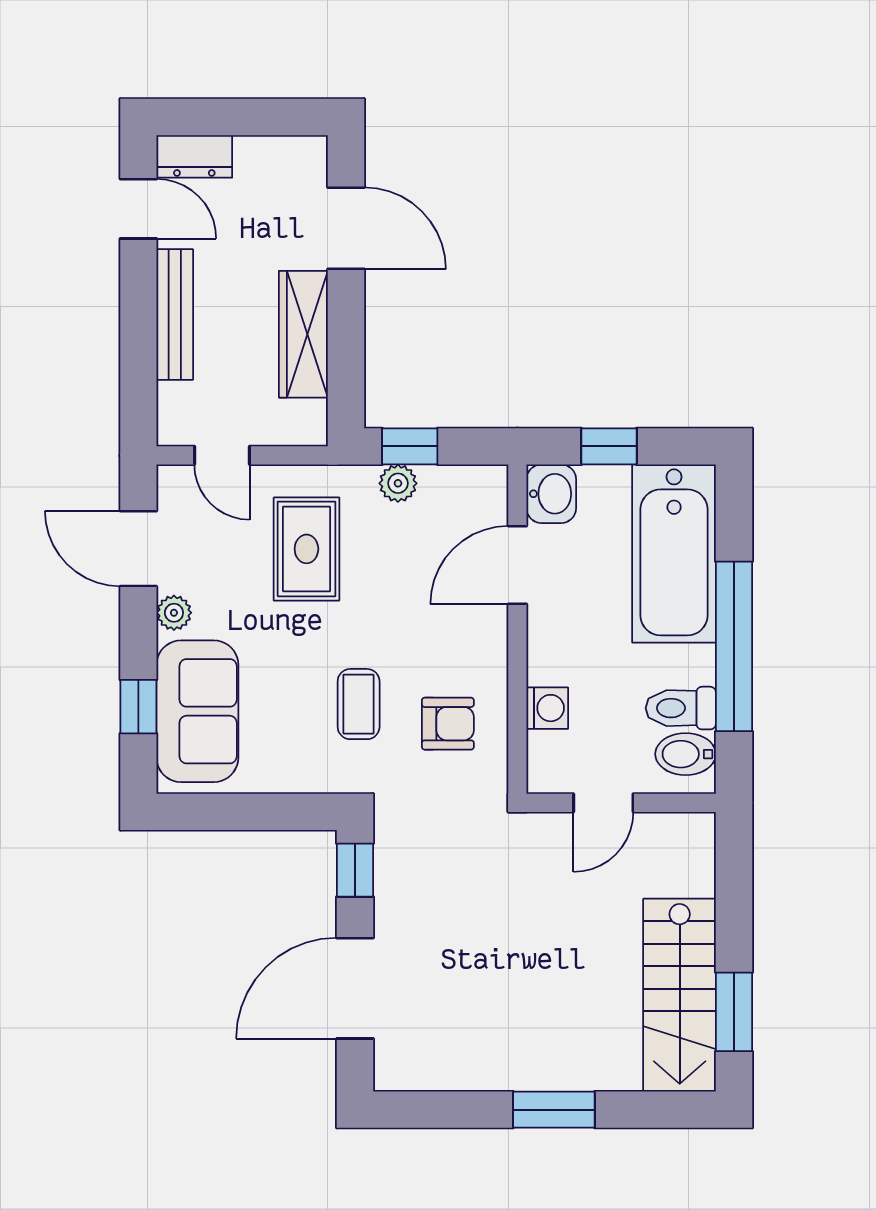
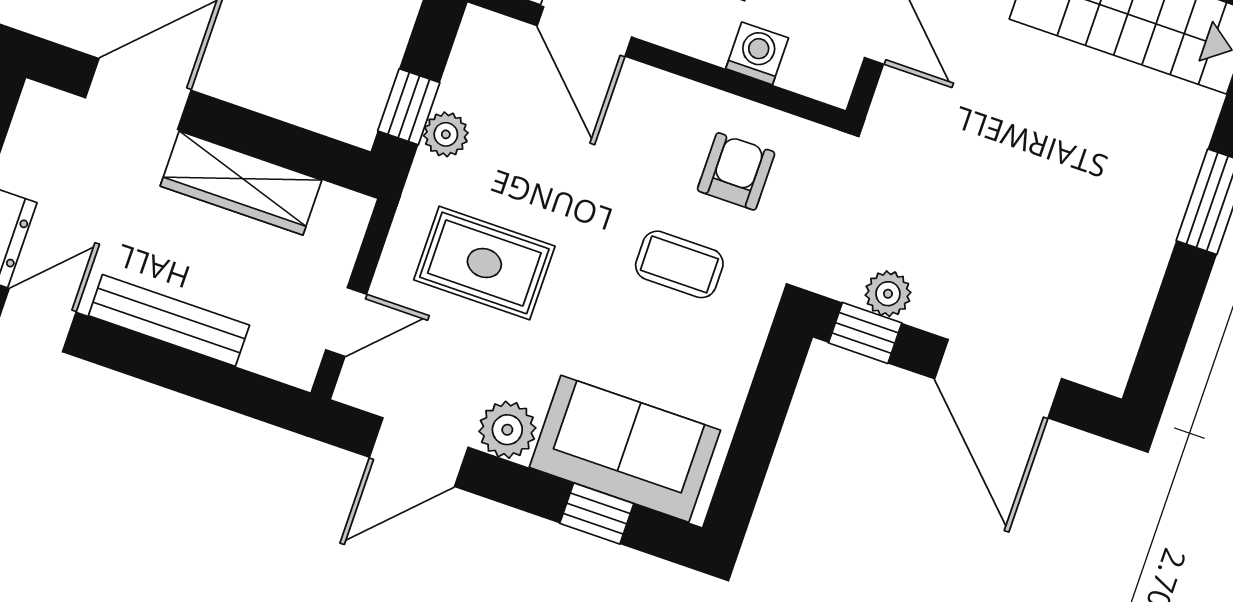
plant: (174, 613) -> (507, 430), width x1.38, depth x1.38
plant: (392, 878) -> (888, 294), added

